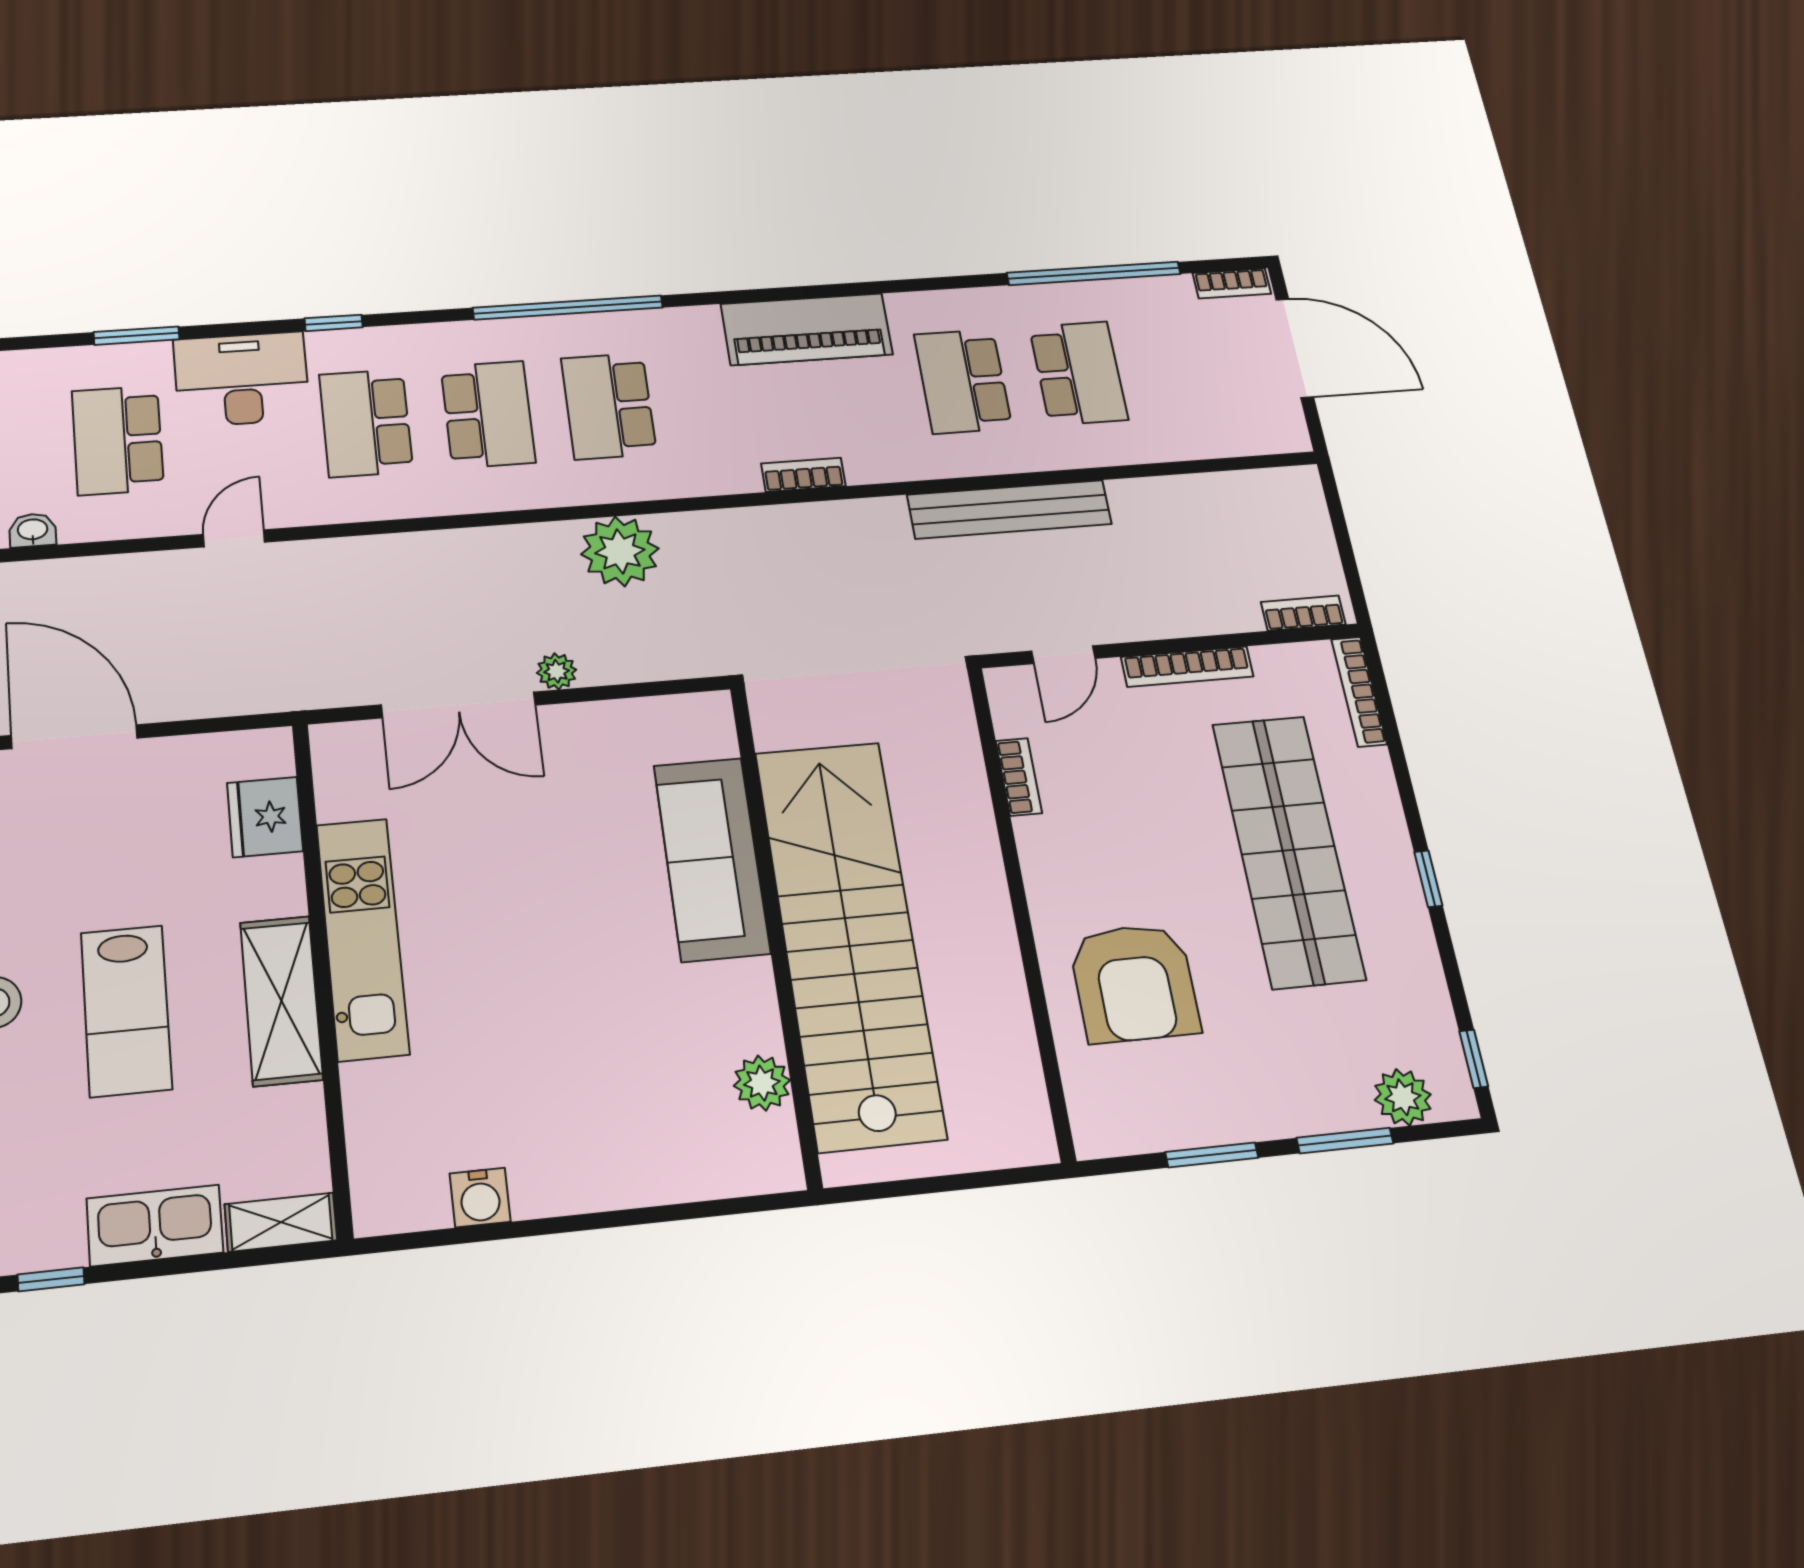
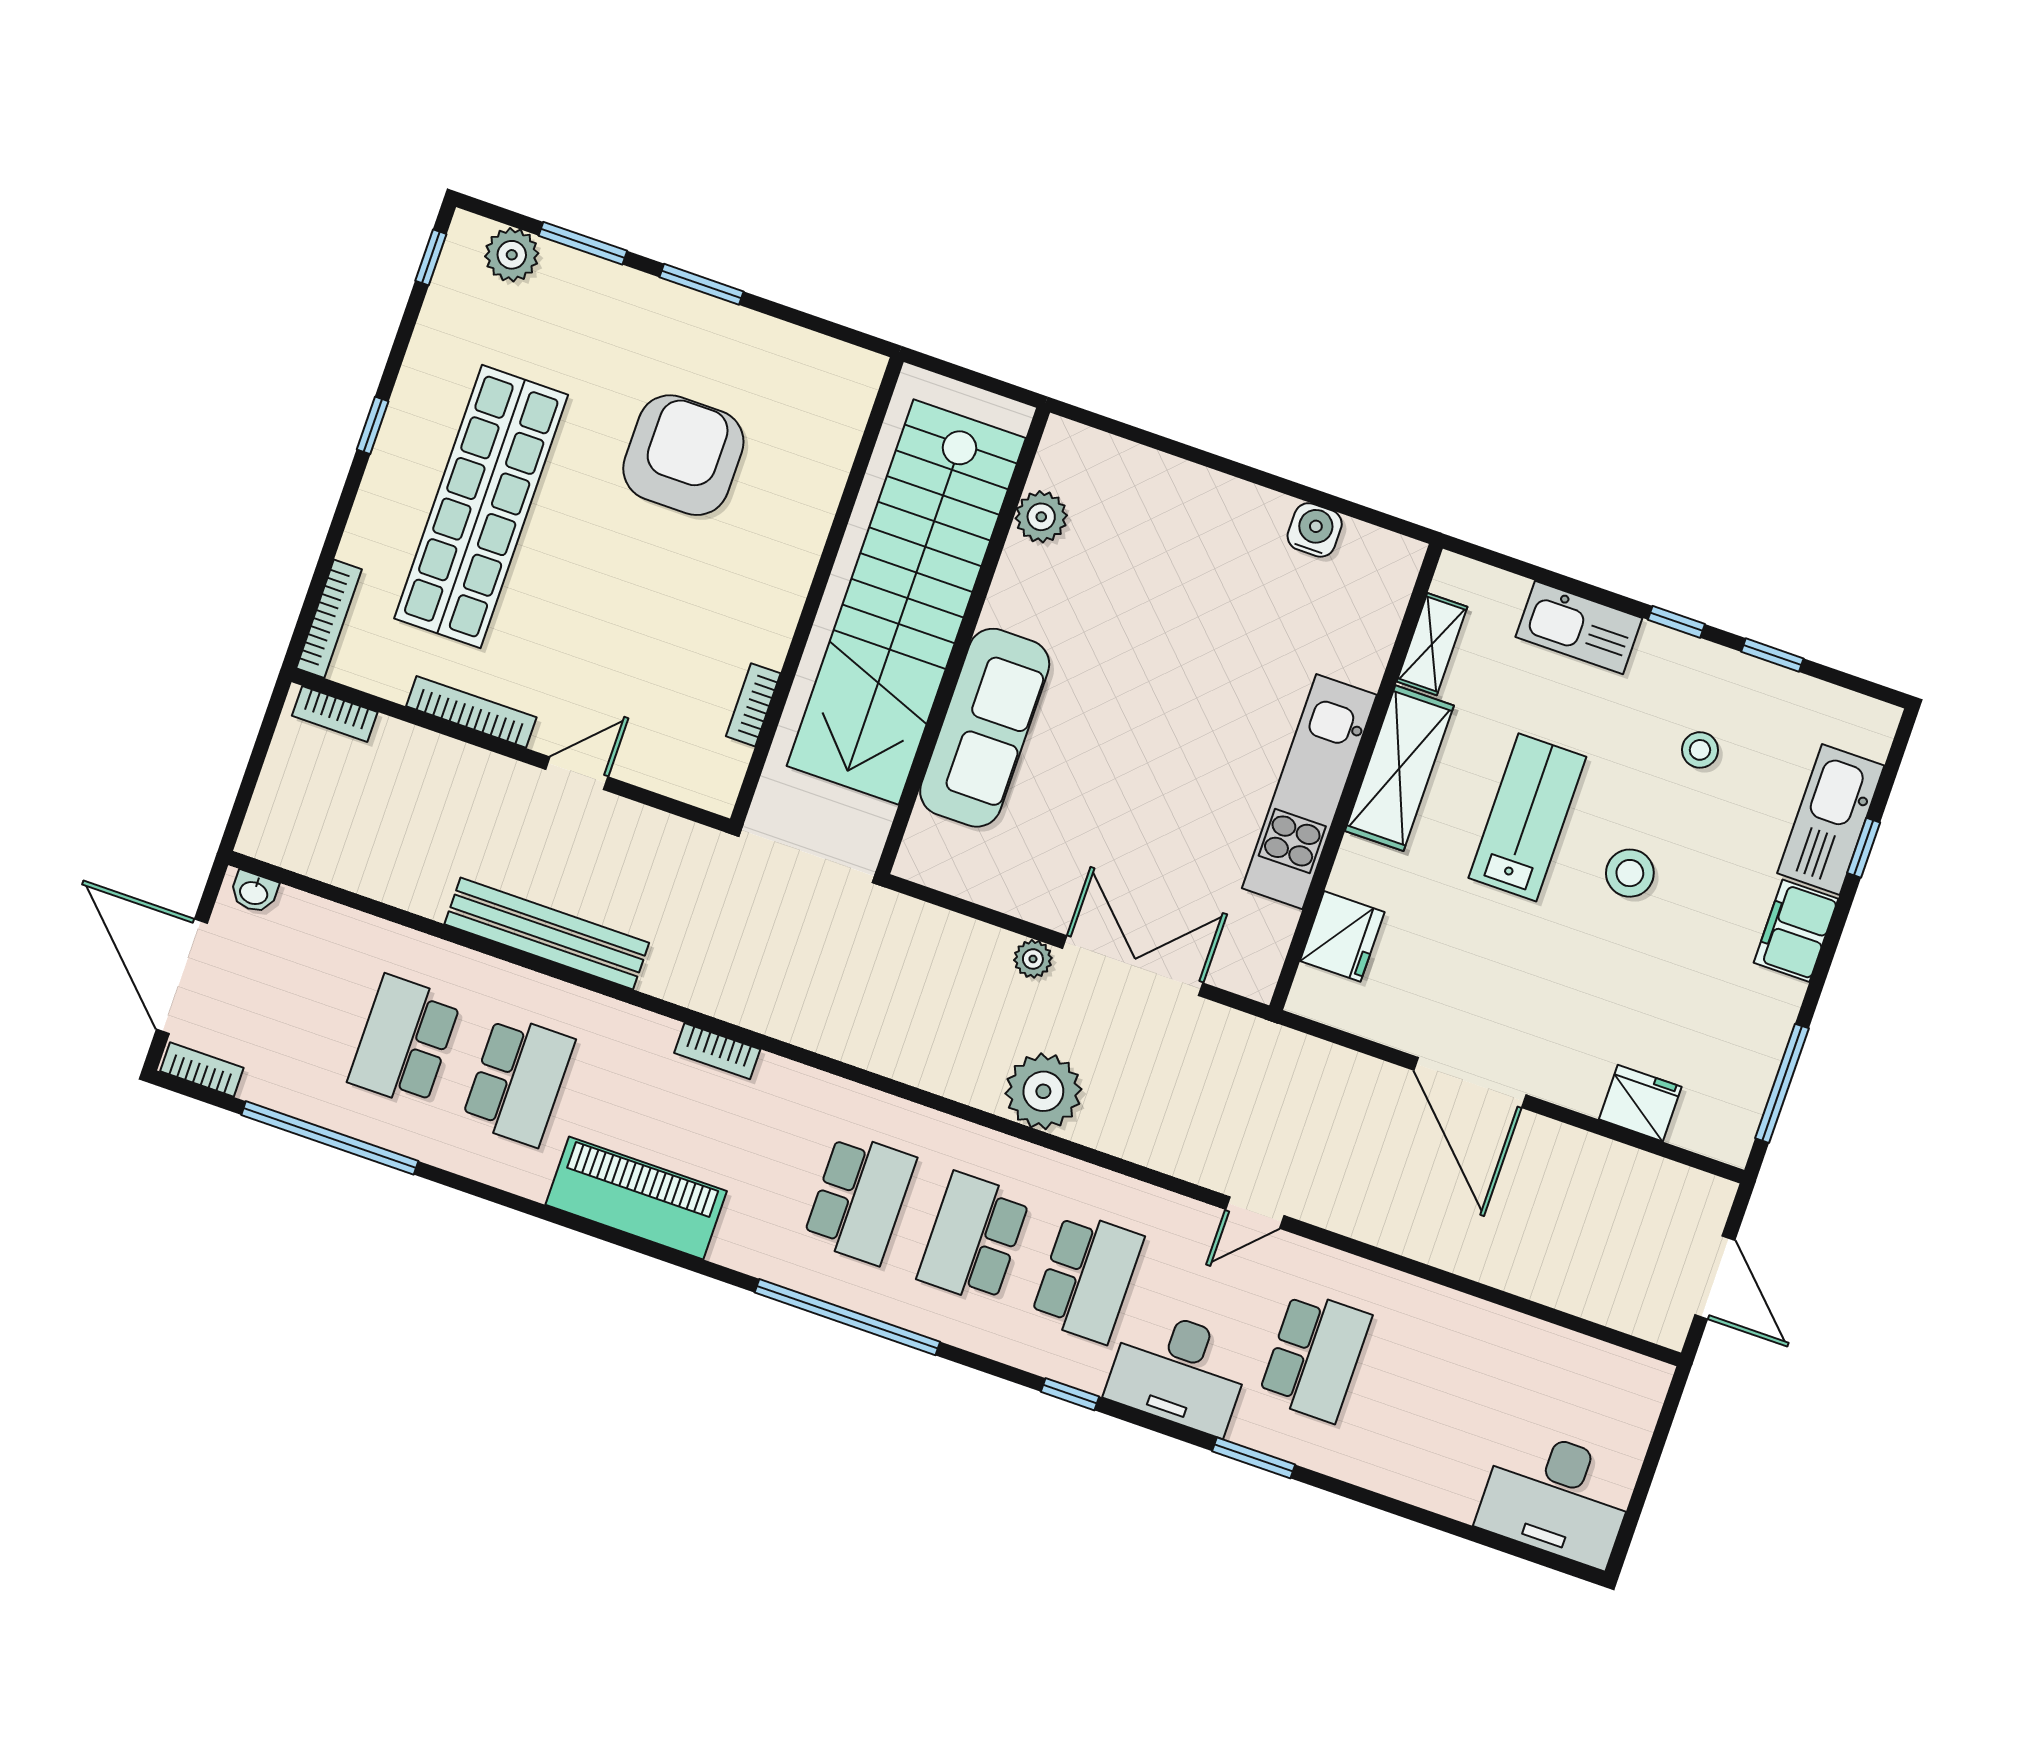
washbasin: (33, 530) -> (254, 892), moved
plant: (620, 551) -> (1043, 1091), moved
bookcase: (1019, 777) -> (753, 705), moved
wall: (1020, 907) -> (817, 590), moved
shelving: (281, 1222) -> (1432, 644), moved, turned 90

